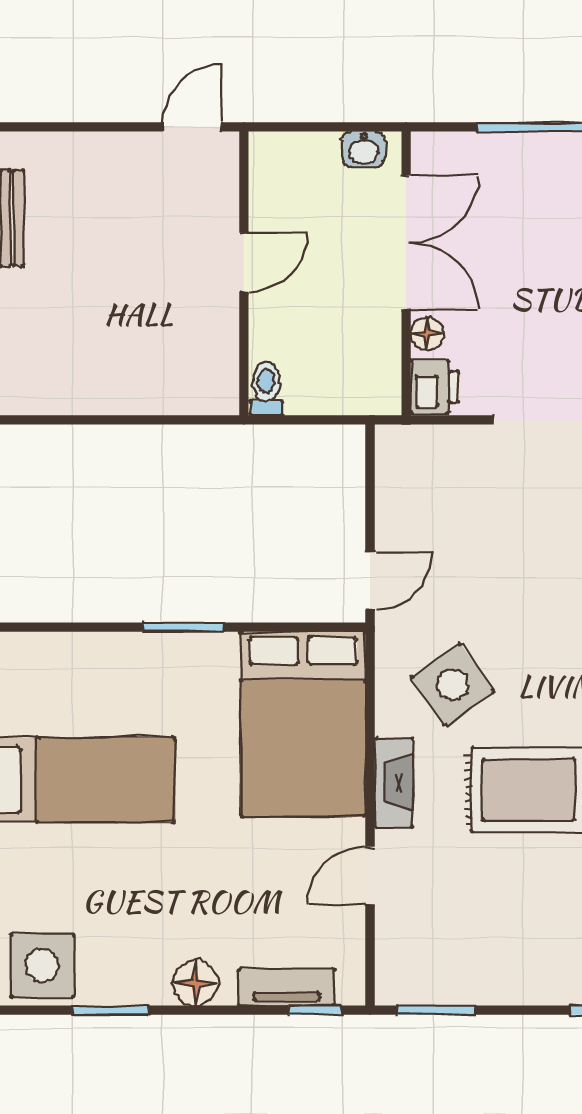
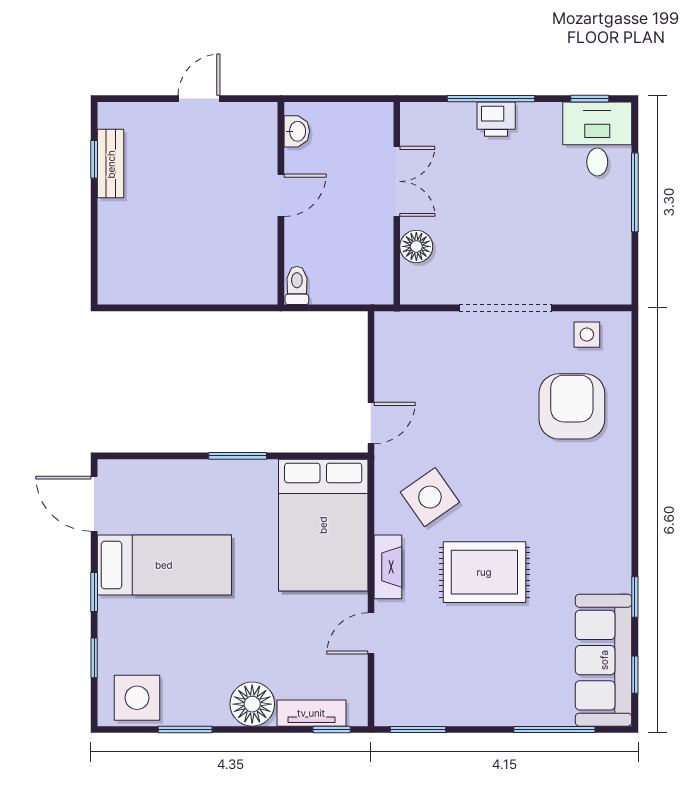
door: (192, 127) -> (199, 99), moved
washbasin: (364, 149) -> (297, 131), moved, turned -90
double door: (406, 243) -> (397, 181), width x0.73
floor lamp: (427, 334) -> (416, 246), width x1.37, depth x1.37
printer: (435, 387) -> (496, 119), moved, turned 90
floor lamp: (195, 983) -> (252, 704), width x1.38, depth x1.38

